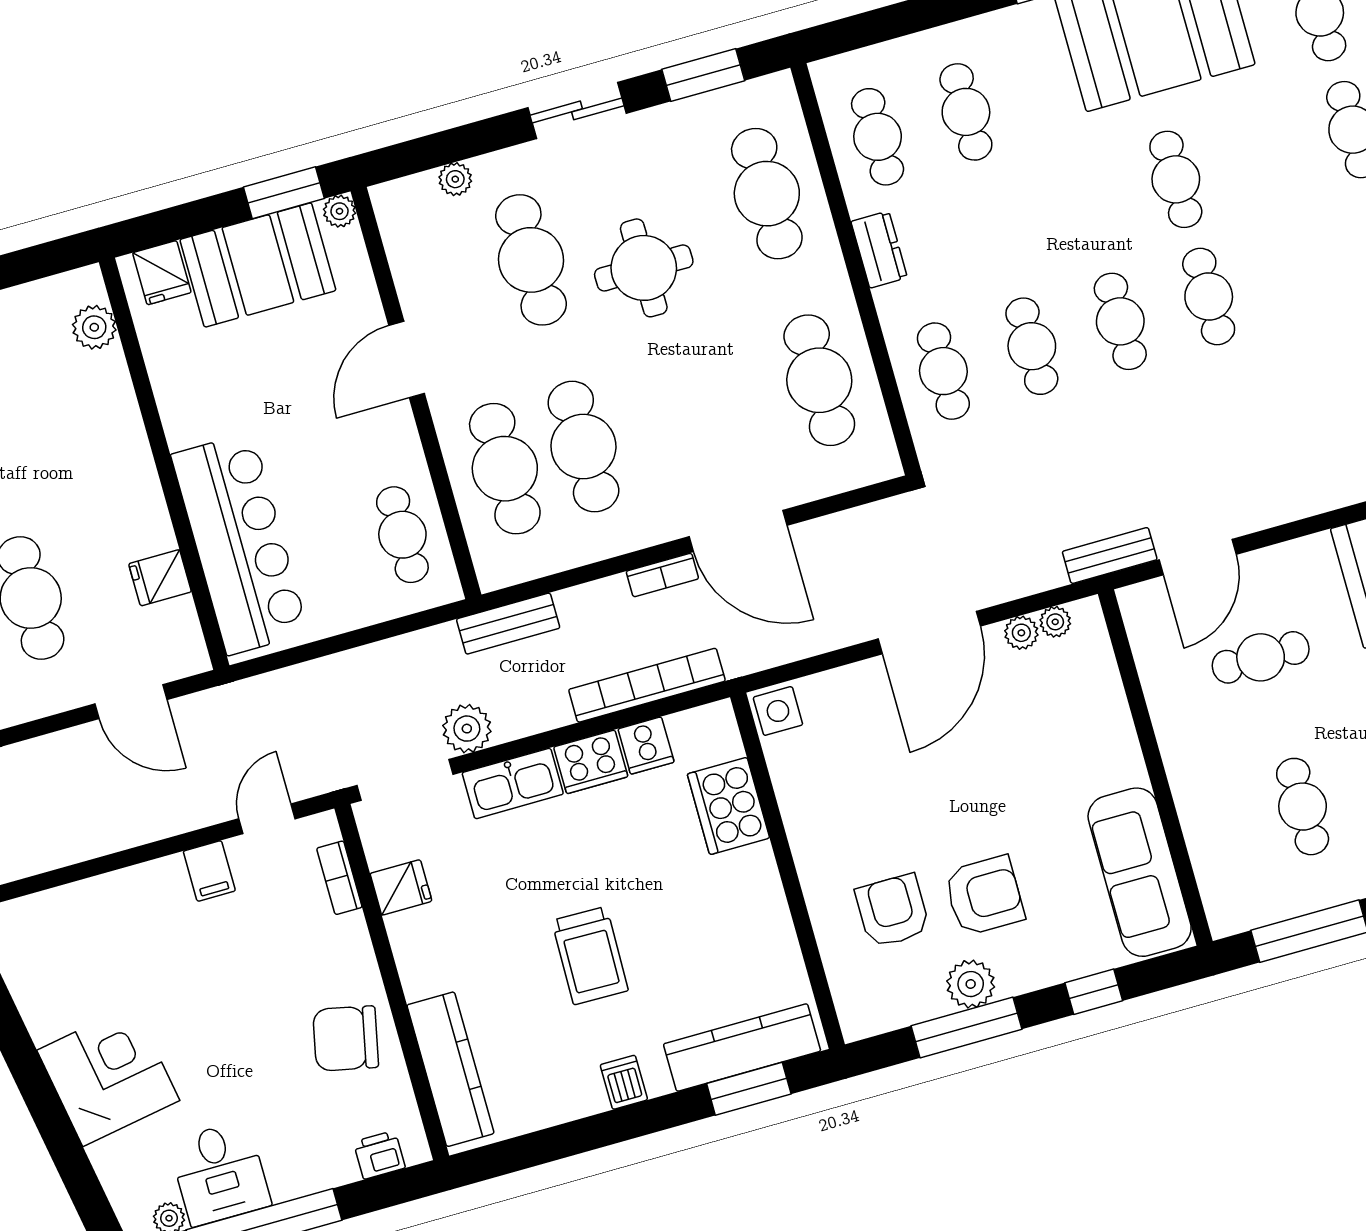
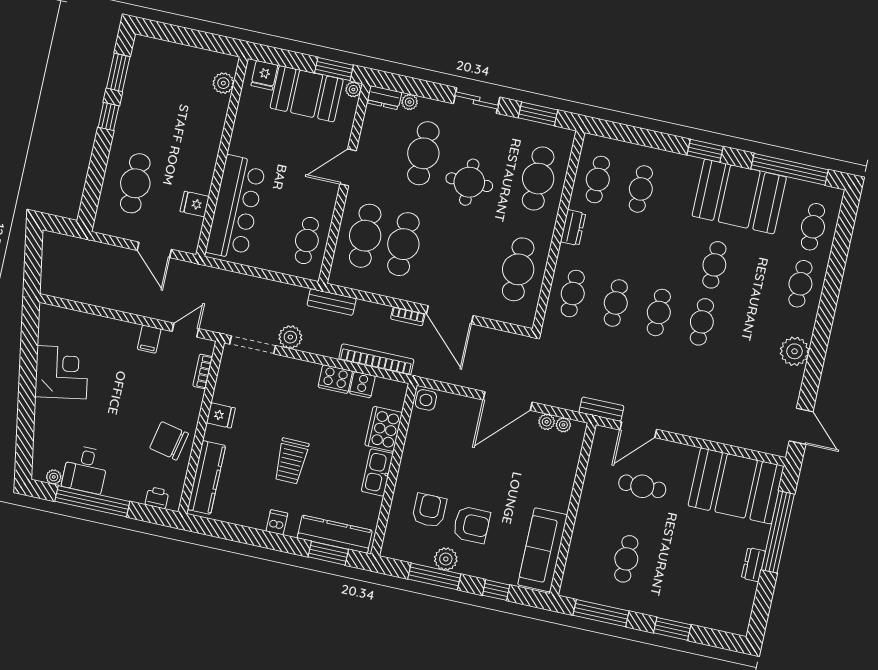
dresser: (404, 196) -> (384, 98), added
kitchen sink: (513, 783) -> (377, 472), moved, turned 90
fridge: (401, 887) -> (221, 415), moved
corner desk: (108, 1075) -> (62, 372), moved

